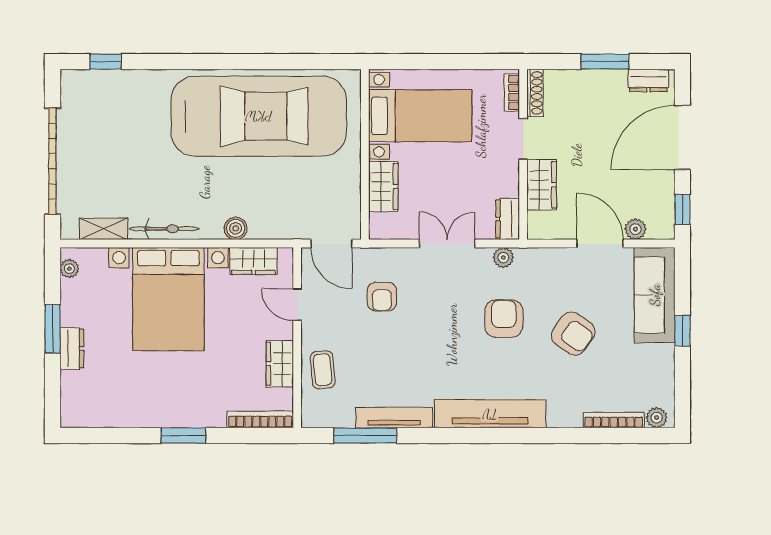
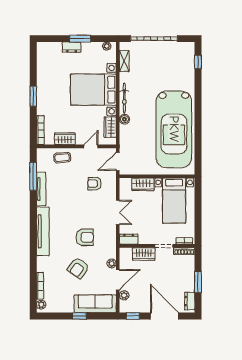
bicycle: (164, 229) -> (124, 98), moved
plant: (503, 258) -> (112, 263), moved

